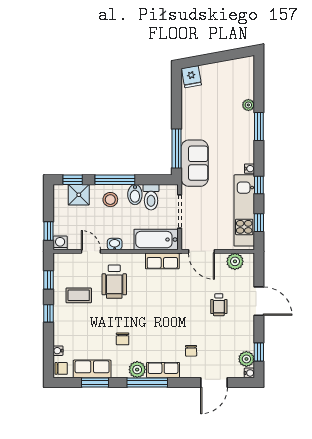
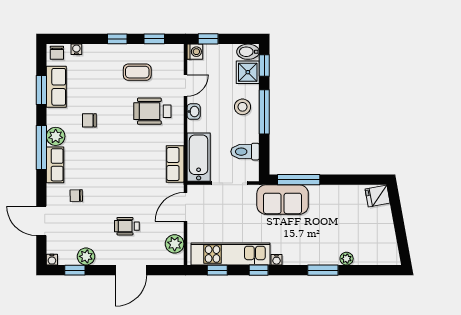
bidet: (135, 195) -> (248, 52), moved
coffee table: (79, 295) -> (137, 72), turned 90
plant: (246, 359) -> (86, 256), moved

